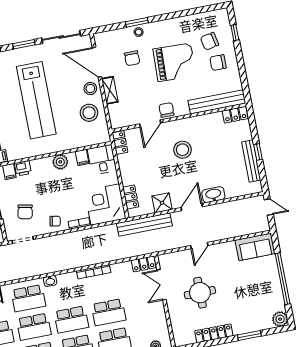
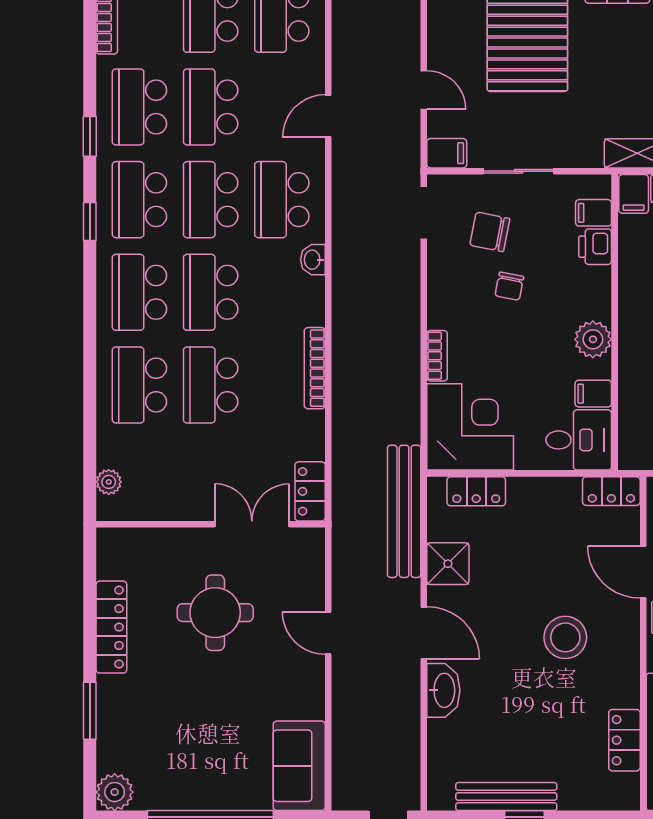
locker: (235, 115) -> (624, 740), moved
chair: (55, 221) -> (509, 286), moved

